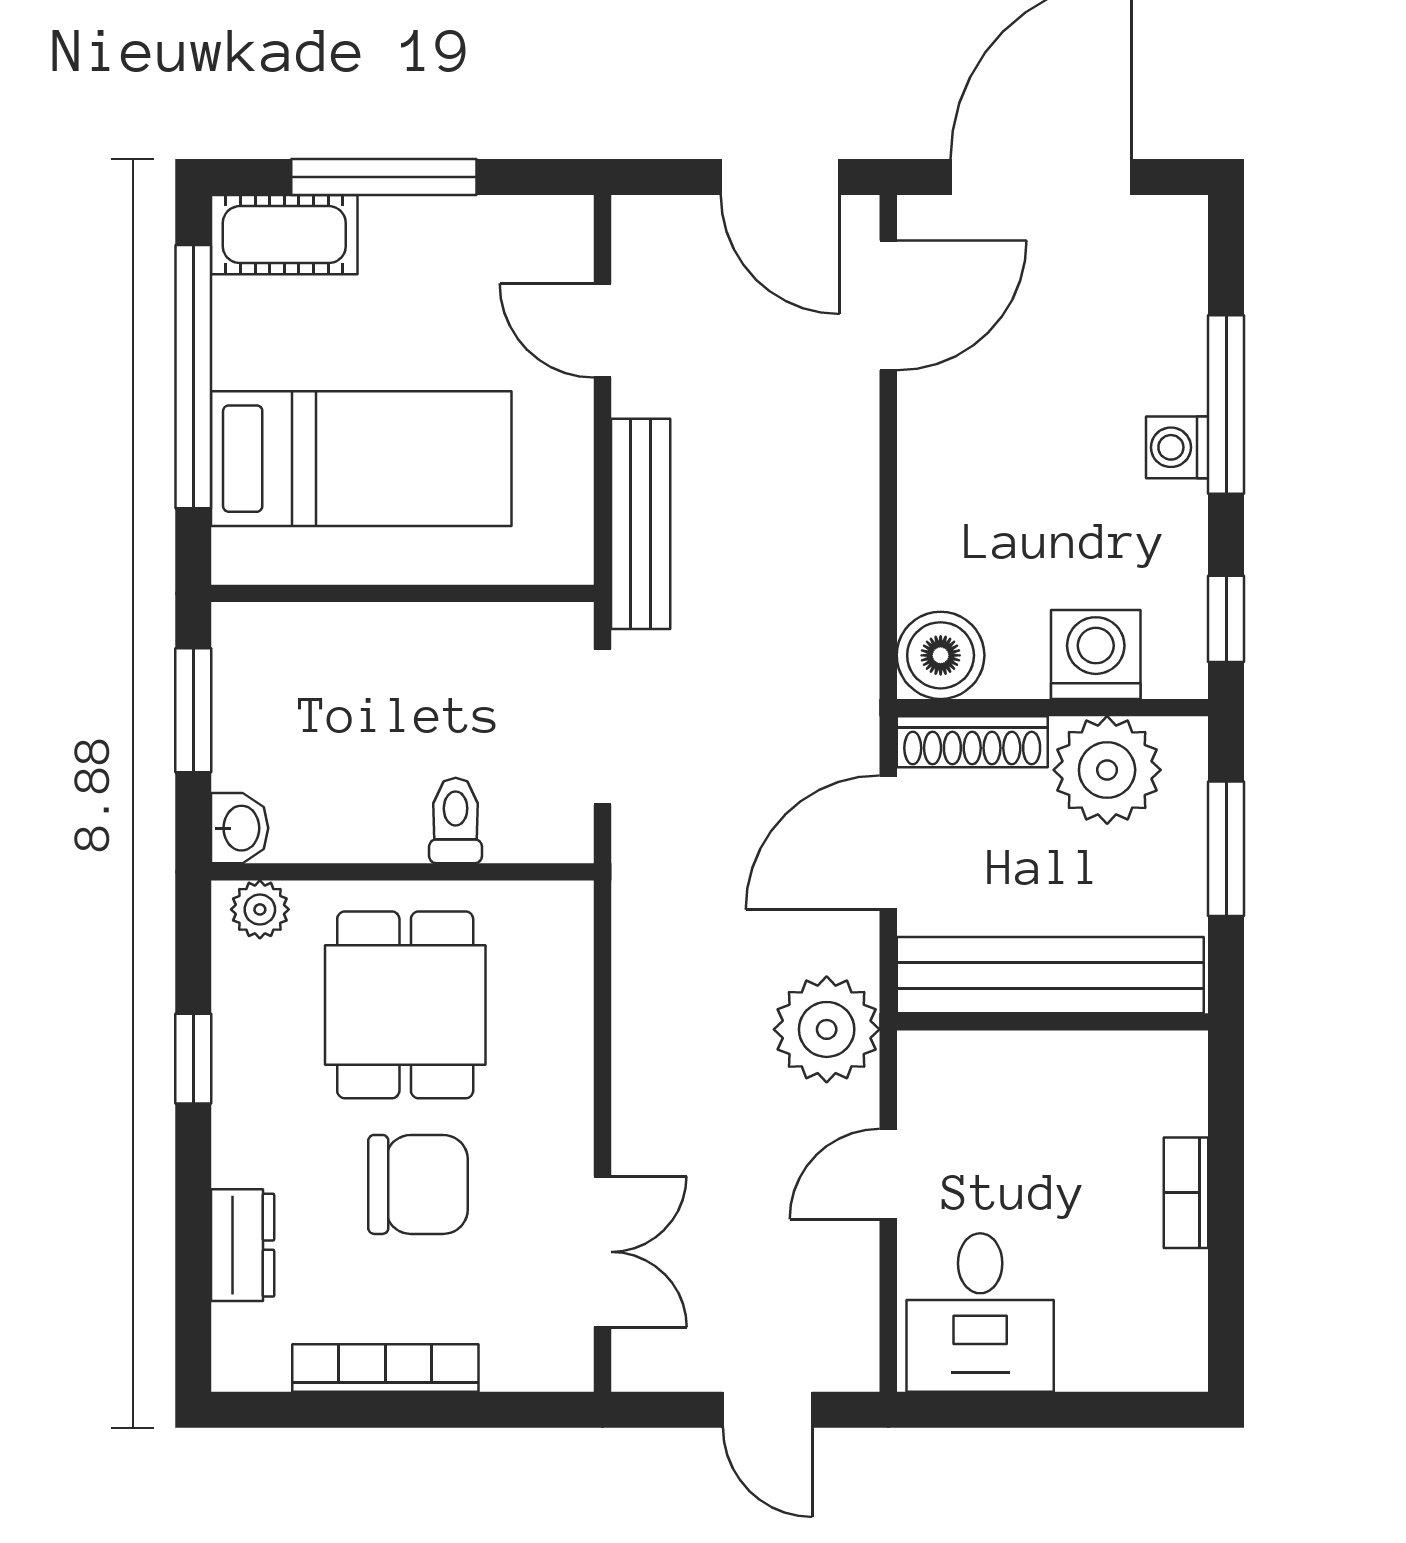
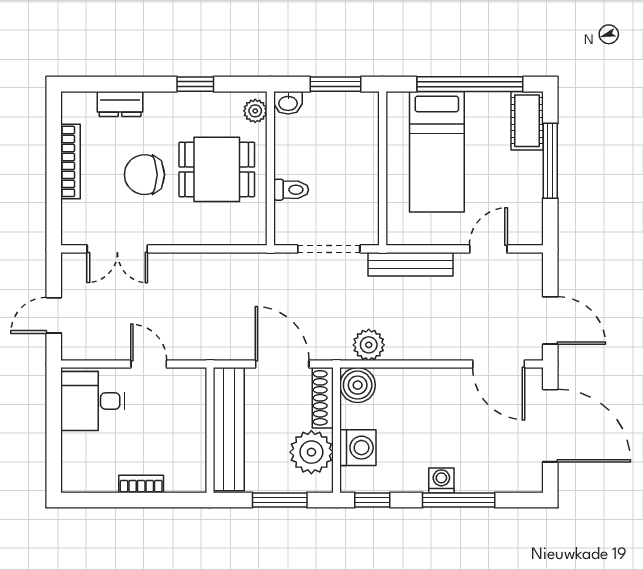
door: (780, 177) -> (550, 320), swing flipped
plant: (827, 1029) -> (369, 345), moved, width x0.73, depth x0.73
chair: (418, 1184) -> (144, 175), turned 90

